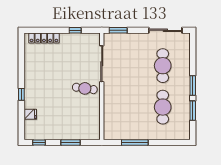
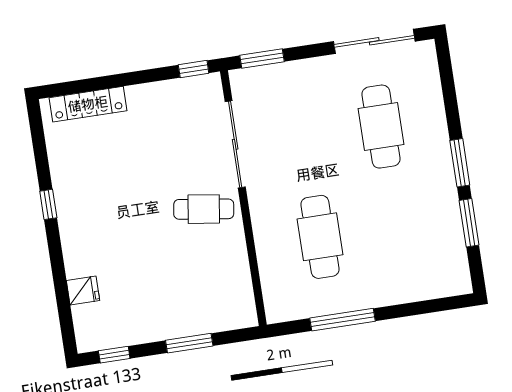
window: (75, 30) -> (194, 69), moved
window: (21, 94) -> (48, 204), moved
cafe table: (163, 107) -> (320, 237), moved

